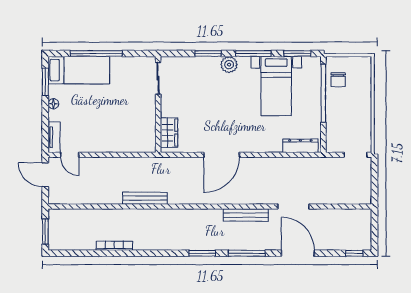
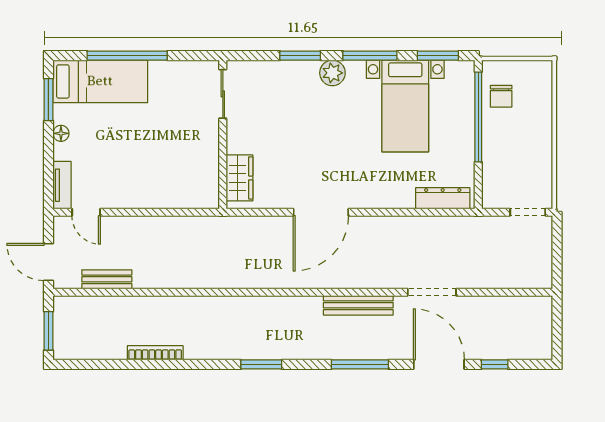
door: (45, 175) -> (48, 262), moved
bench: (145, 198) -> (107, 279), moved, width x0.73
window: (202, 253) -> (261, 364), moved
window: (354, 253) -> (495, 364), moved

